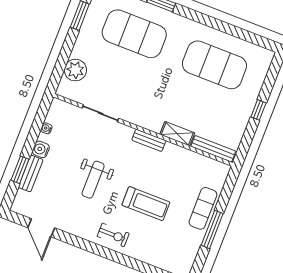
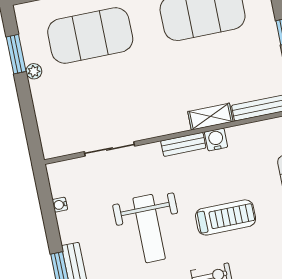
plant: (75, 70) -> (34, 71), moved, width x0.53, depth x0.53
water cooler: (41, 149) -> (216, 139), moved, turned 90
weight bench: (93, 180) -> (149, 229), width x1.36, depth x1.33

